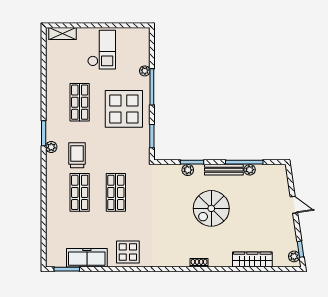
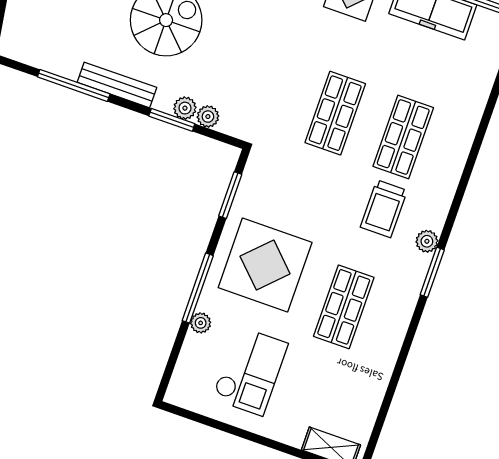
checkout: (102, 50) -> (250, 371), moved, turned 180
plant: (250, 170) -> (208, 117), moved

